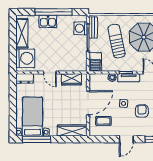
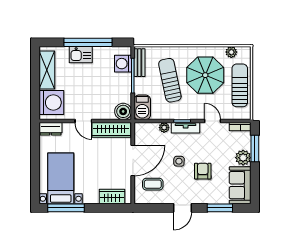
boiler: (81, 65) -> (123, 111), added
wardrobe: (72, 79) -> (111, 130), width x1.50
wardrobe: (72, 131) -> (112, 197), width x0.67

